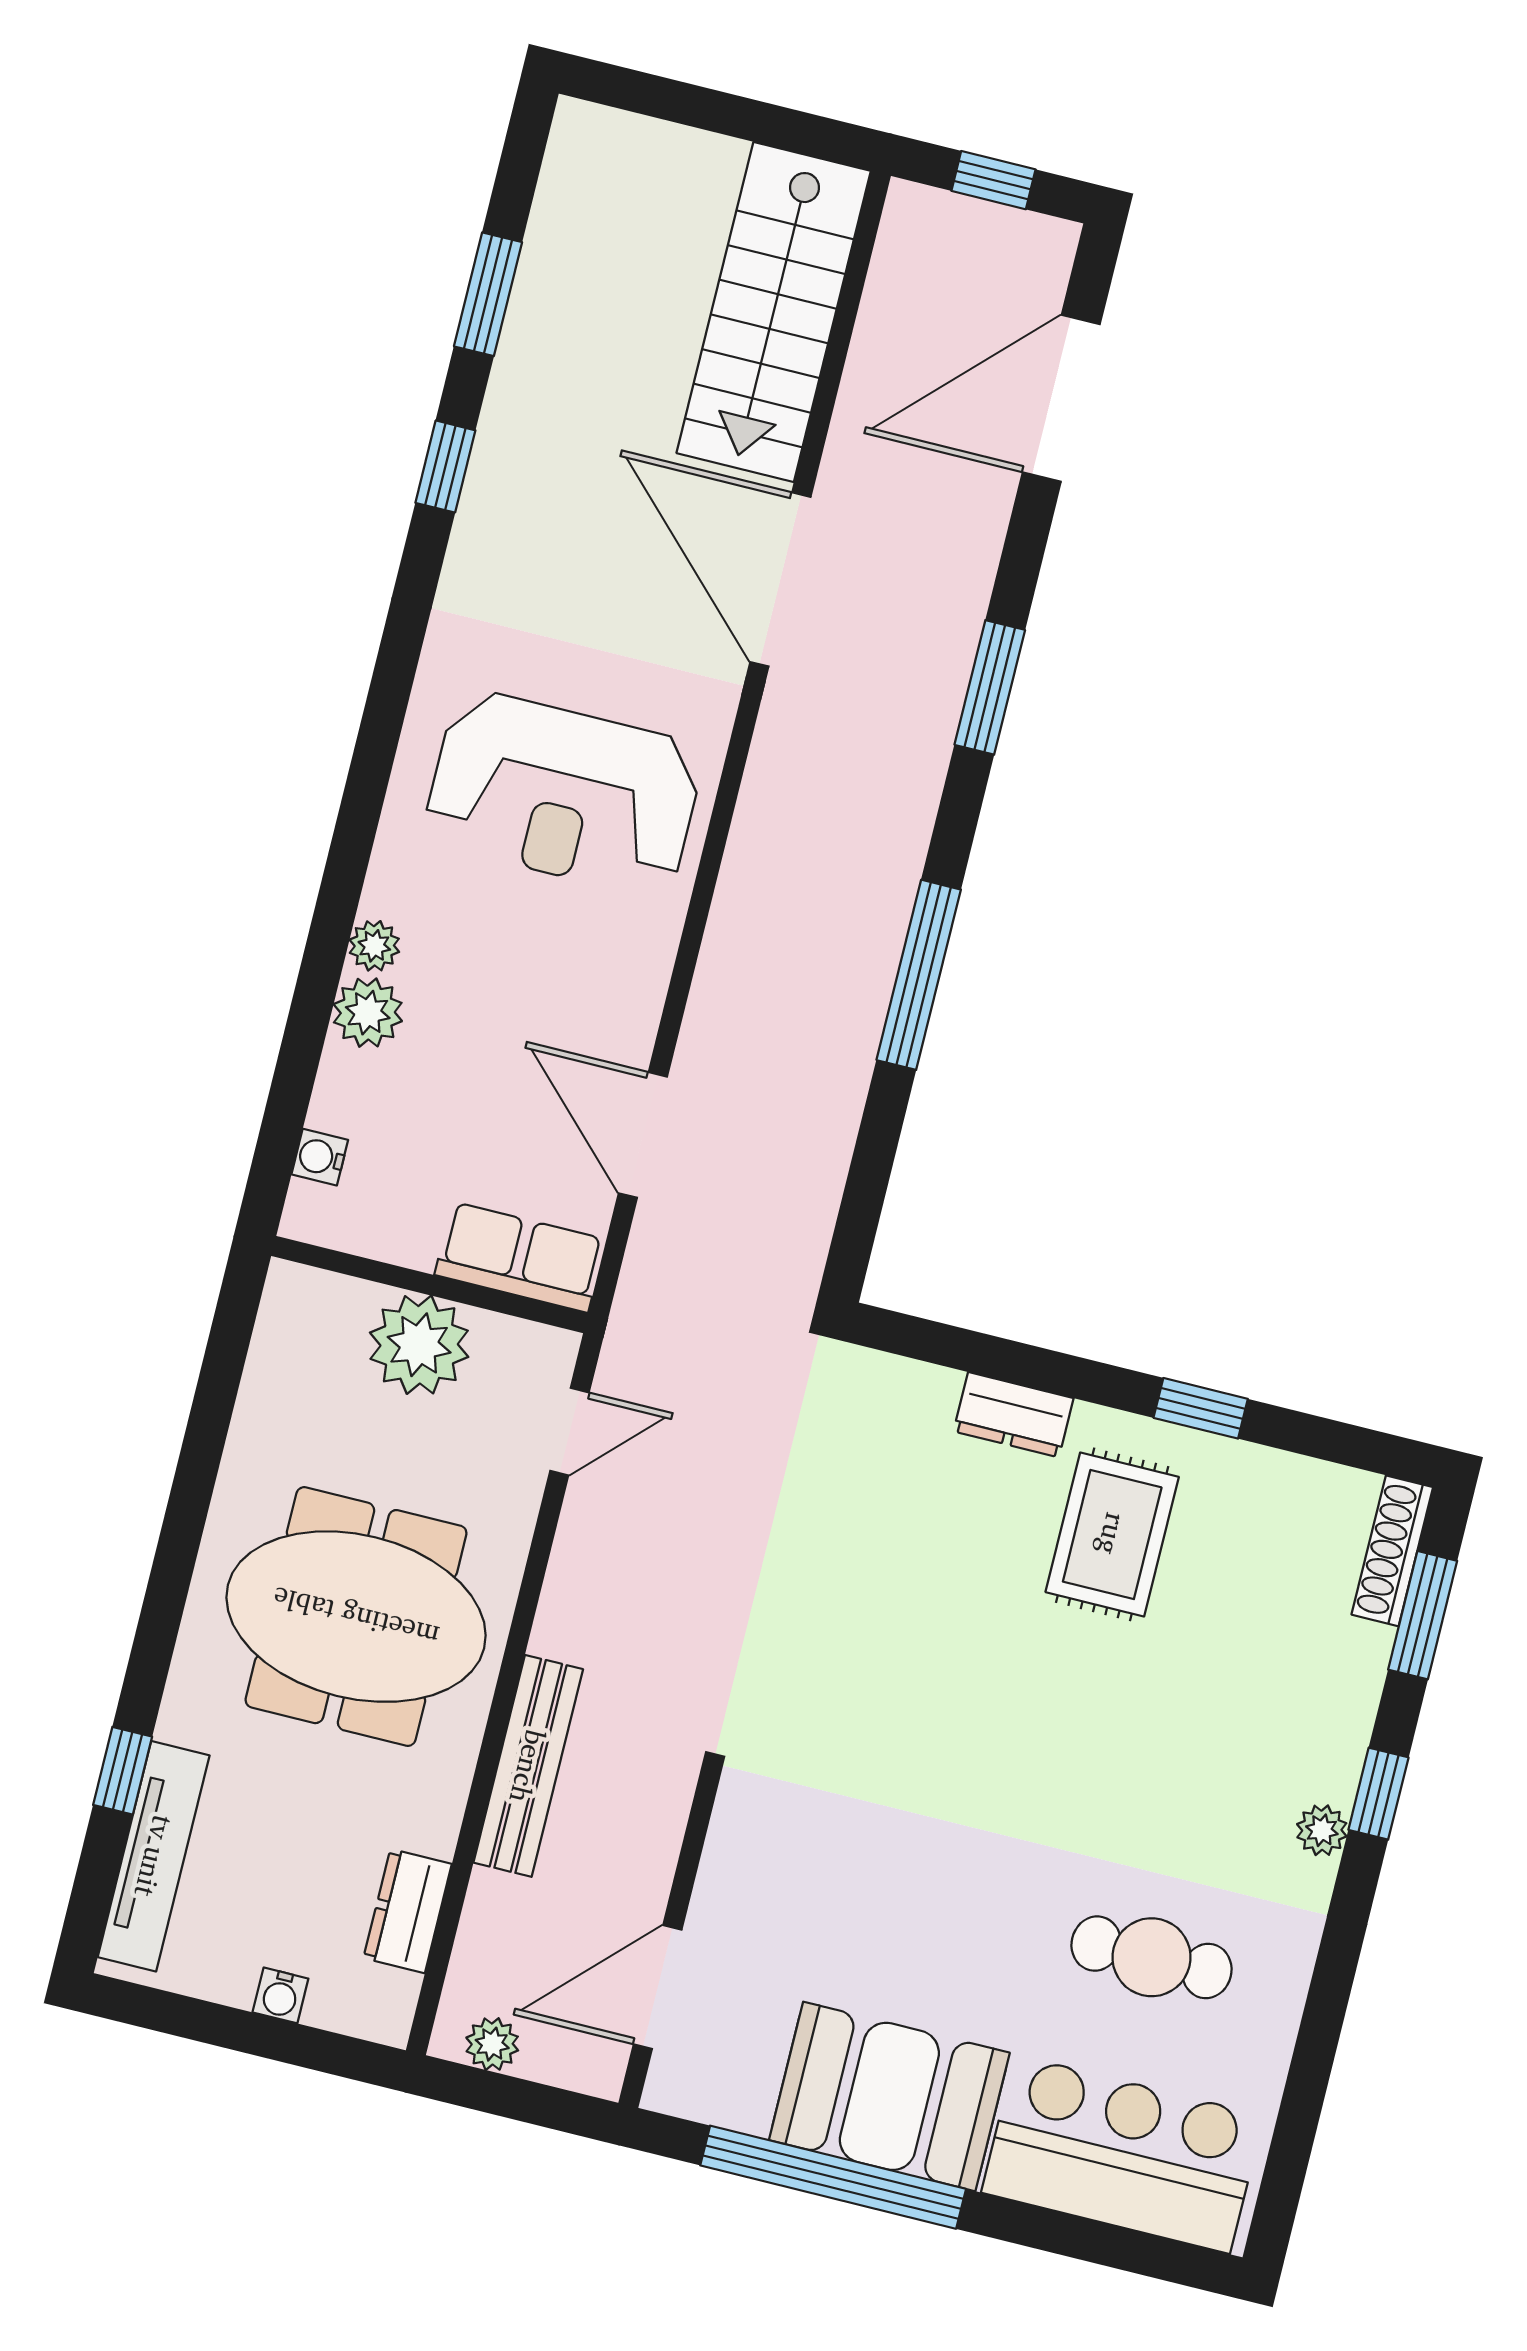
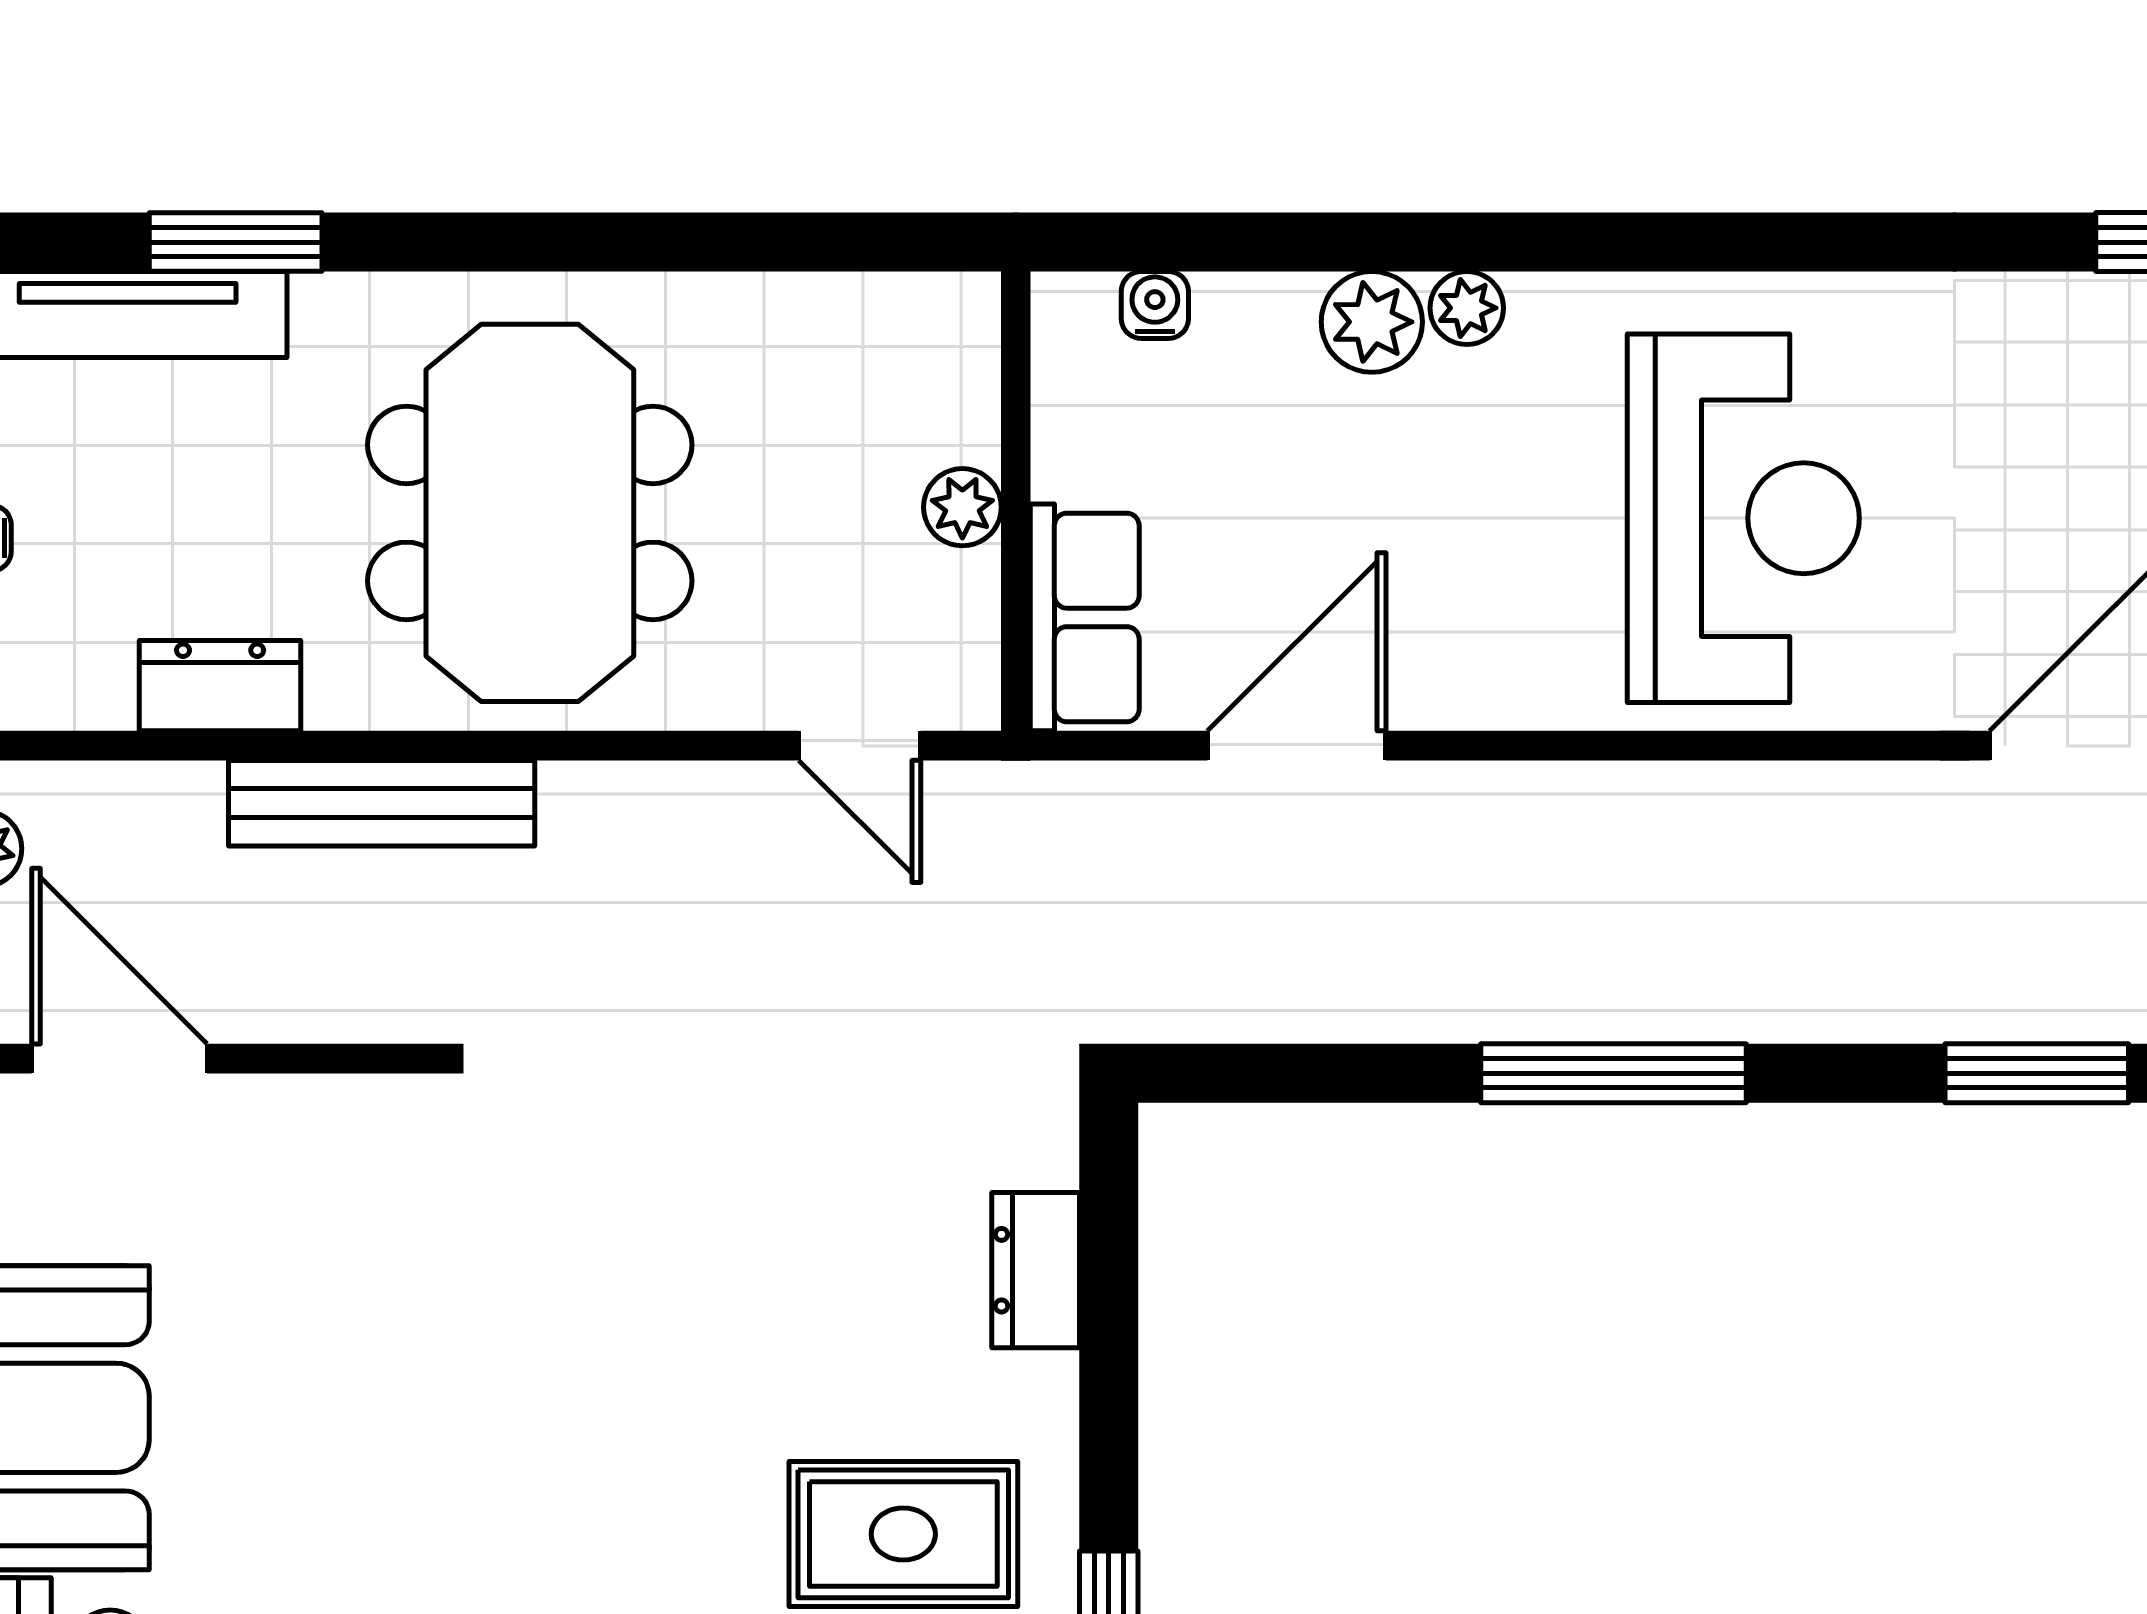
reception desk: (564, 793) -> (1743, 518), turned 180
plant: (419, 1345) -> (962, 507), width x0.53, depth x0.53
dresser: (1013, 1415) -> (1036, 1270), moved
window: (123, 1771) -> (236, 242), width x1.50
dresser: (408, 1911) -> (220, 686), moved

